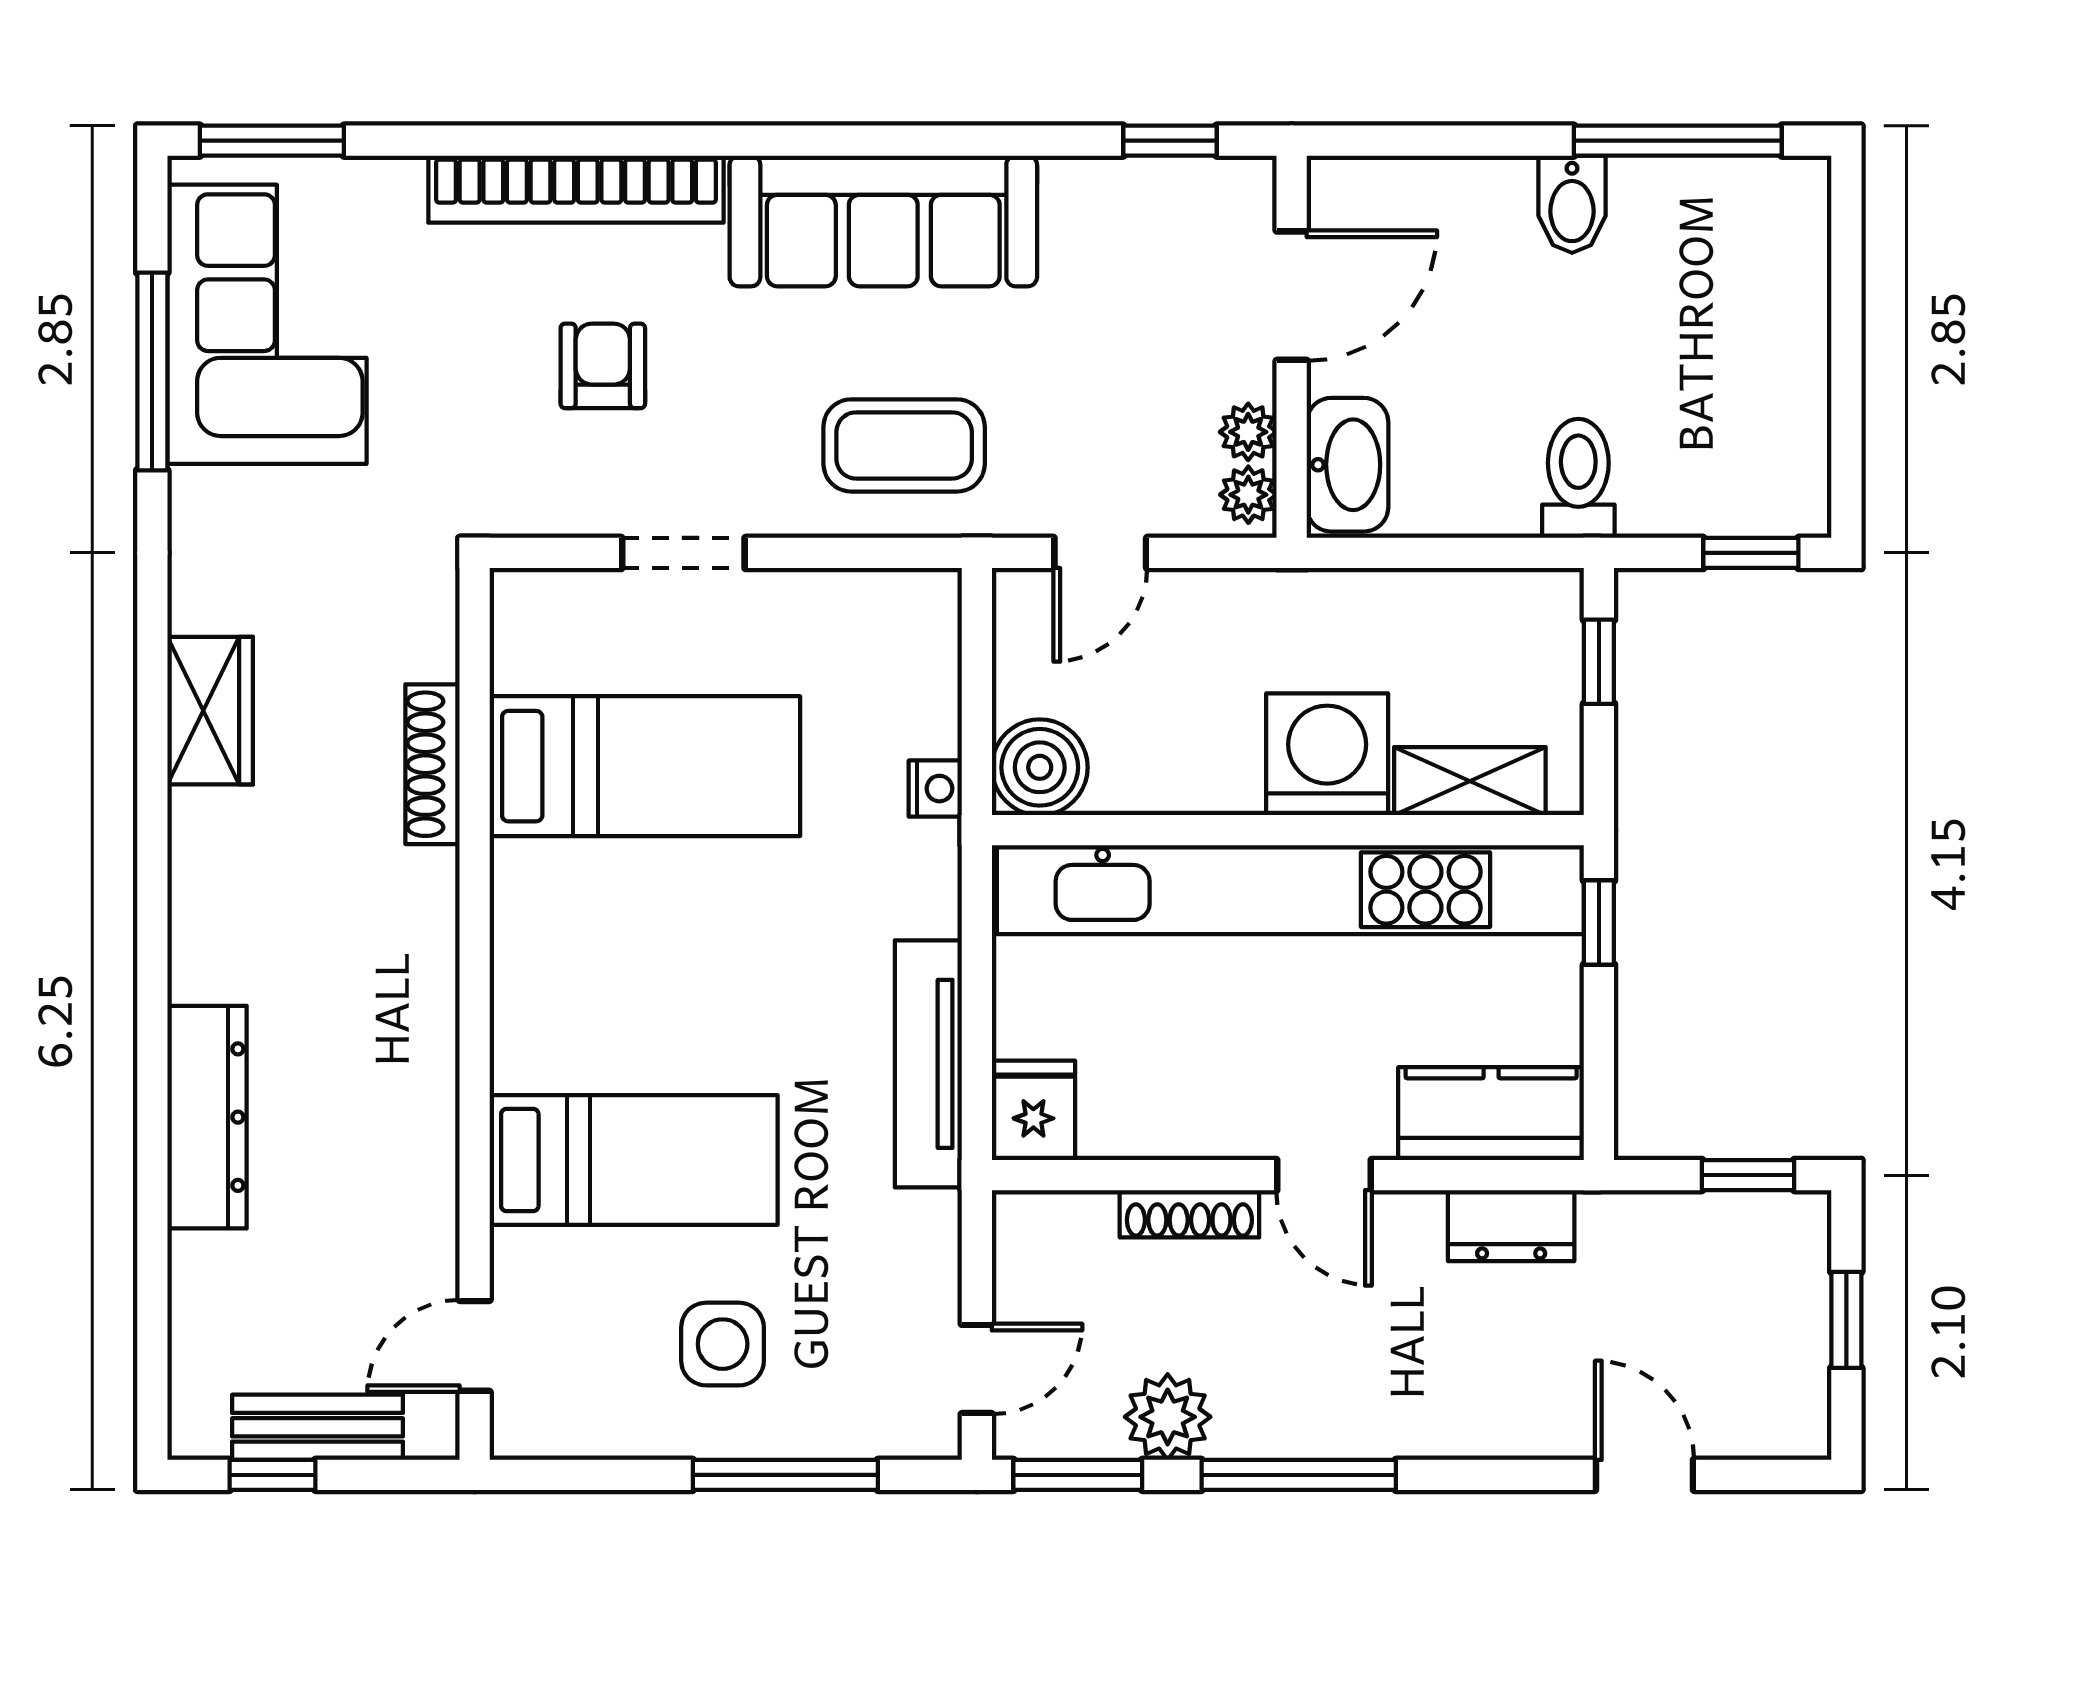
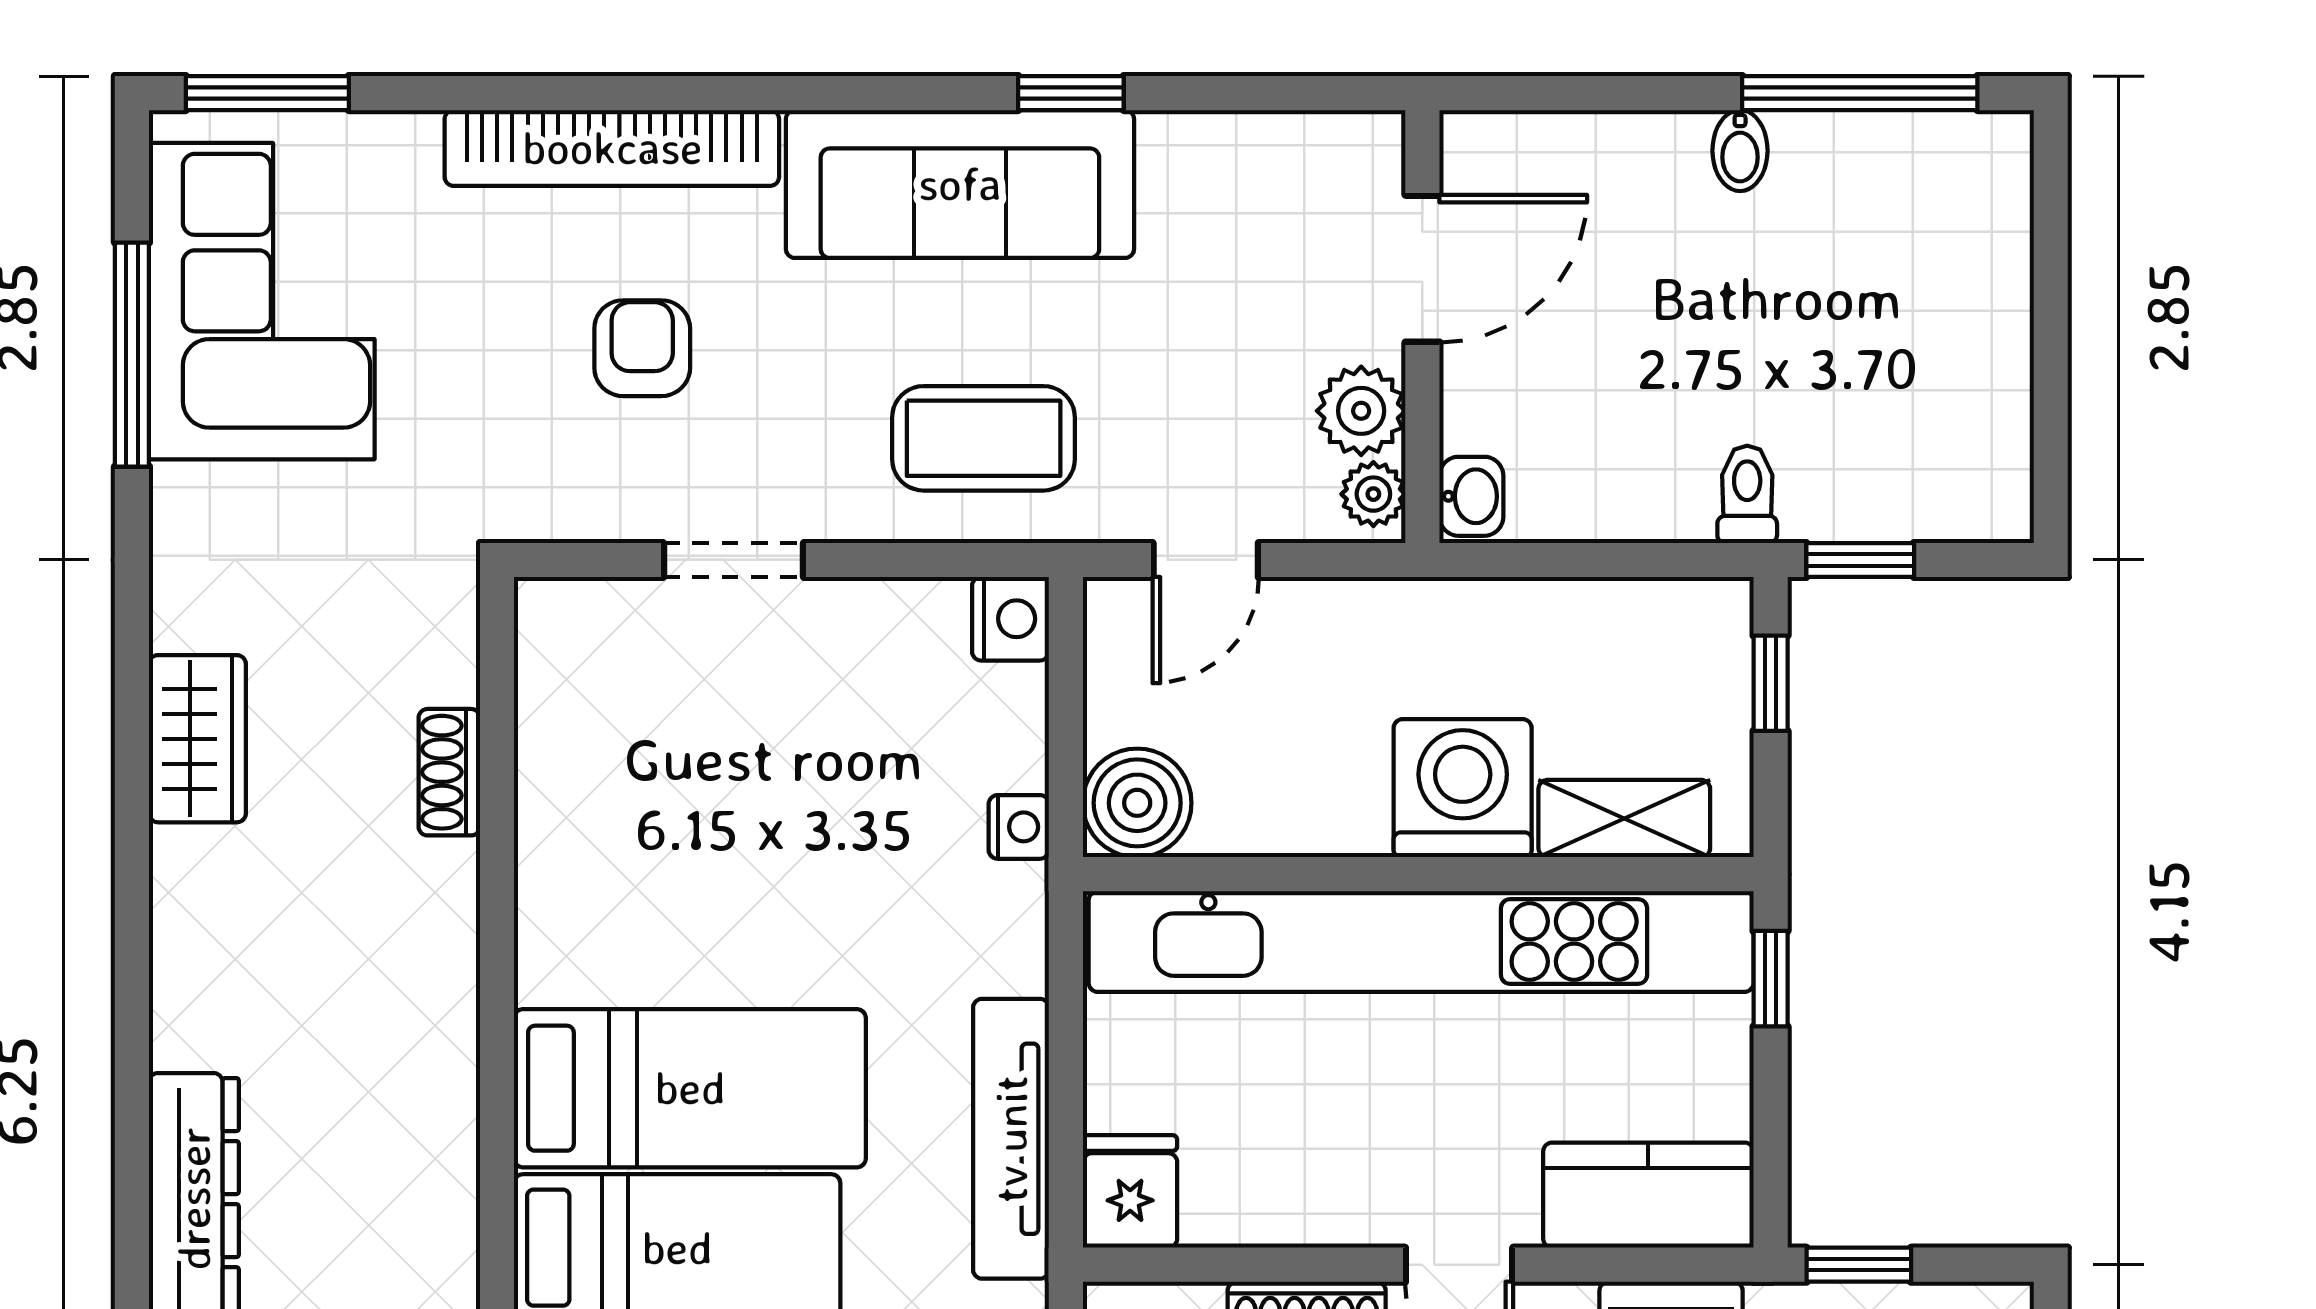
window: (1170, 141) -> (1071, 93), moved
bidet: (1572, 204) -> (1740, 151), width x0.72, depth x0.74
plant: (1248, 432) -> (1361, 411), width x1.38, depth x1.38
washbasin: (1347, 465) -> (1471, 496), width x0.52, depth x0.69
toilet: (1578, 478) -> (1747, 494), width x0.73, depth x0.72
window: (1751, 553) -> (1860, 560), moved
nightstand: (928, 605) -> (1010, 619), added
shoe rack: (432, 764) -> (449, 772), width x0.70
bed: (645, 766) -> (690, 1088), moved
window: (1748, 1175) -> (1859, 1265), moved

